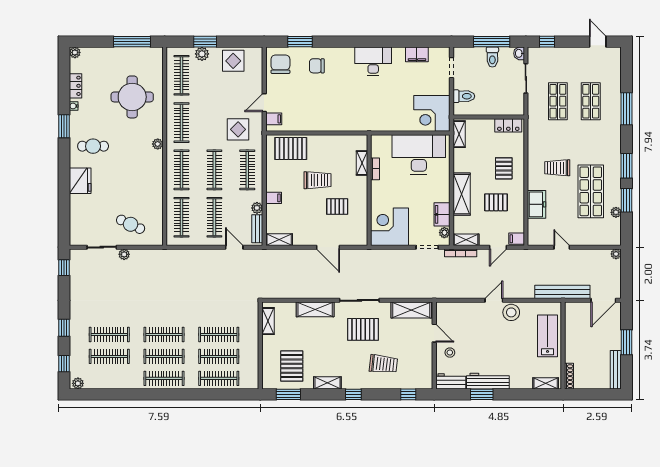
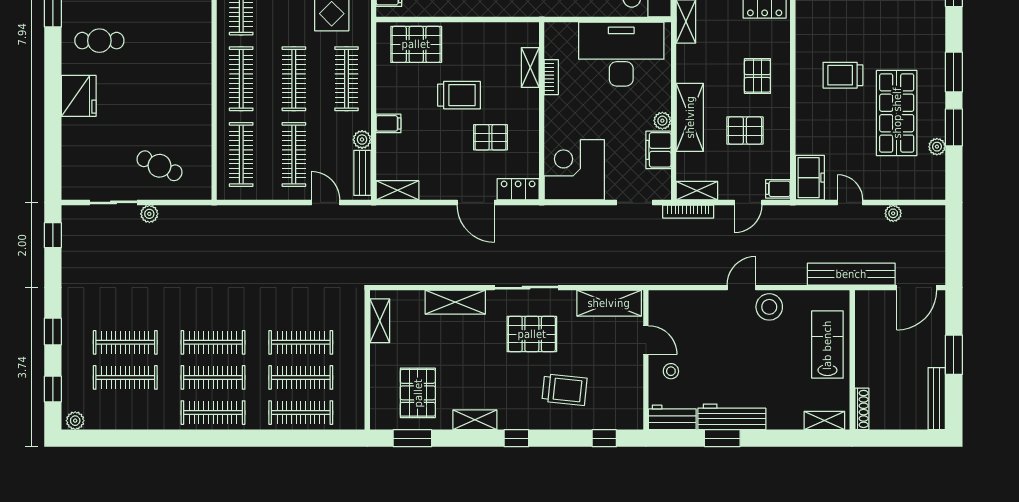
plant: (158, 144) -> (203, 37), removed
freezer: (537, 204) -> (810, 178), moved
plant: (444, 233) -> (662, 121), moved
locker: (354, 239) -> (518, 189), added
plant: (616, 254) -> (893, 213), moved

